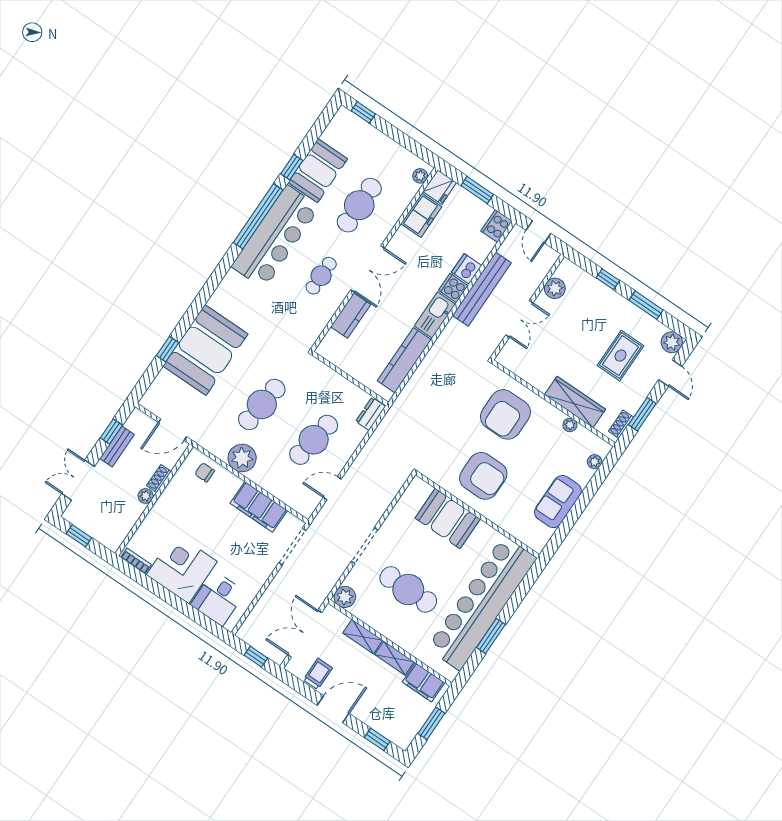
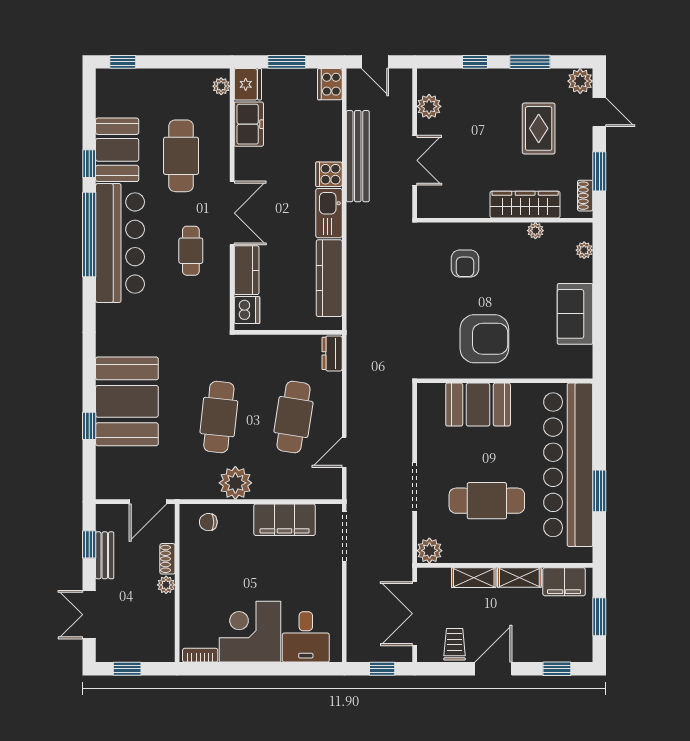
dishwasher: (467, 269) -> (247, 310), moved, turned 180
armchair: (505, 414) -> (465, 264), width x0.53, depth x0.53

